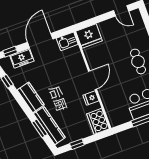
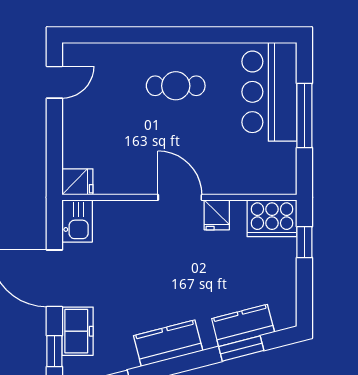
fridge: (89, 36) -> (77, 182), width x0.53, depth x0.75
kitchen counter: (49, 126) -> (243, 325), width x0.67
window: (77, 144) -> (304, 242), moved

